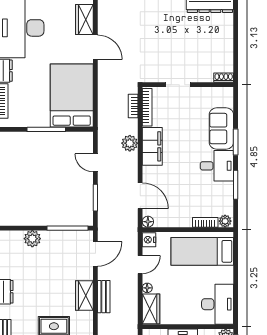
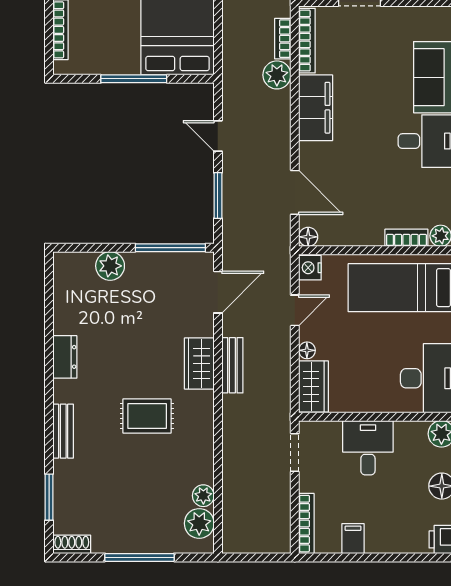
plant: (130, 143) -> (277, 75), moved

